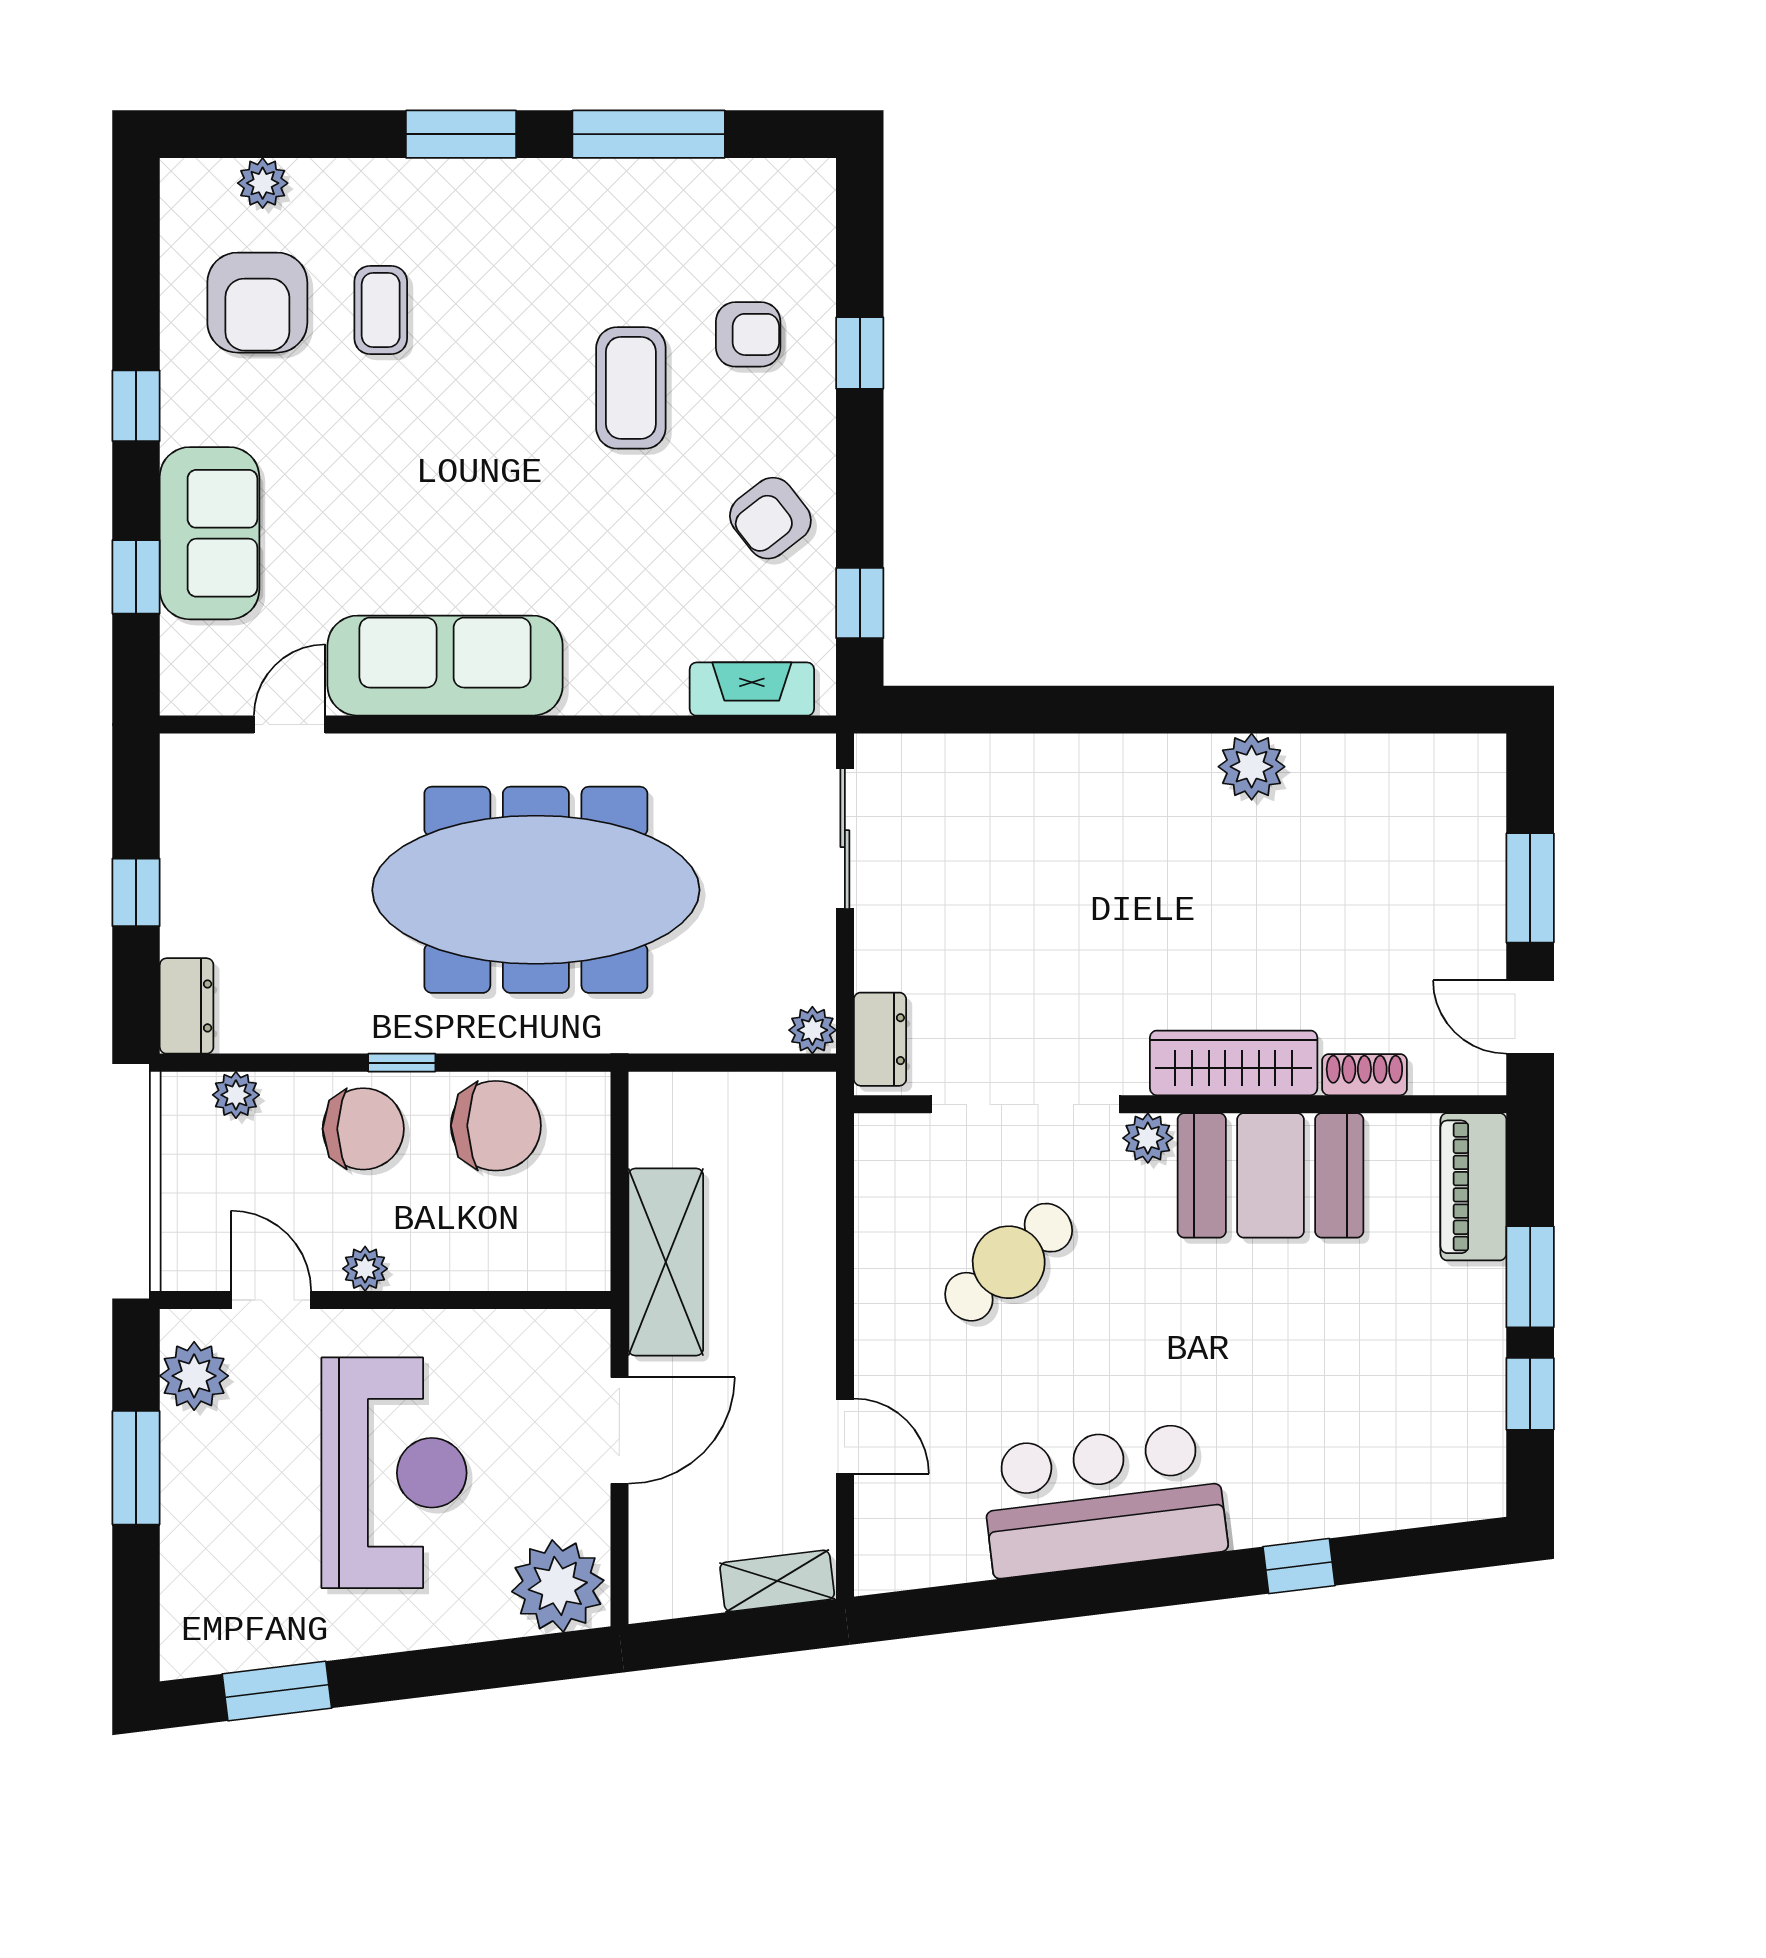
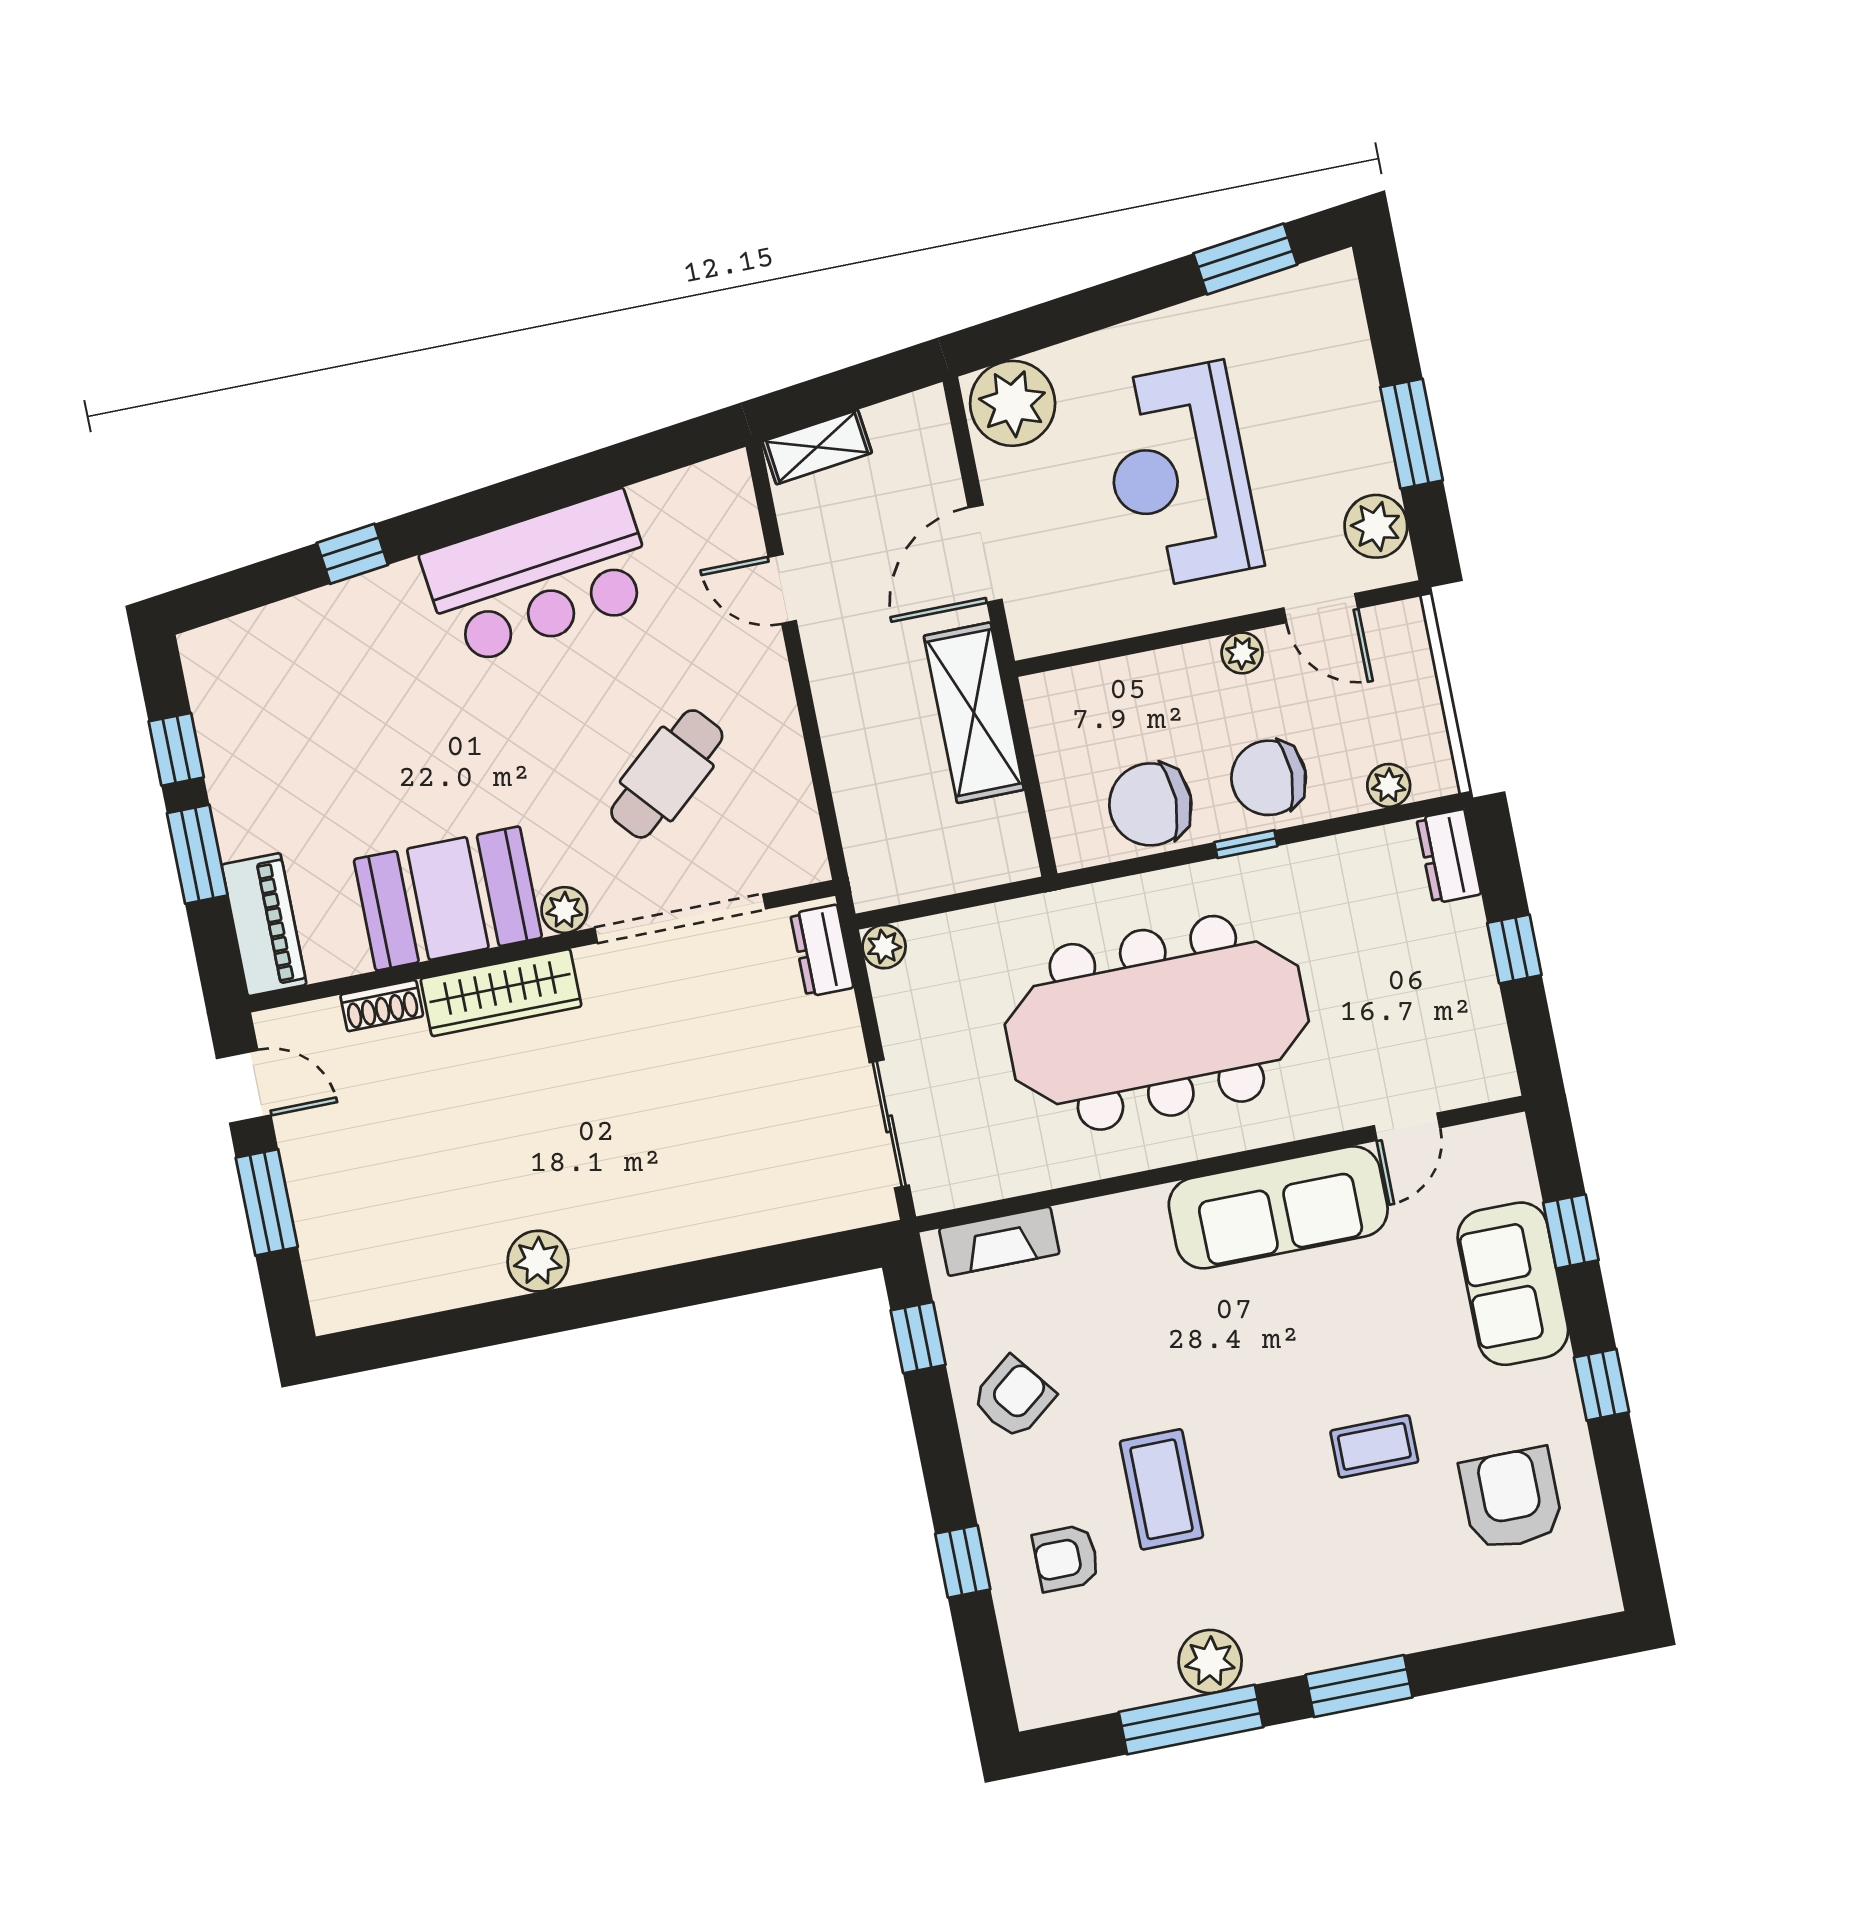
plant: (263, 183) -> (1210, 1661), moved, width x1.38, depth x1.38
coffee table: (381, 310) -> (1374, 1446), moved, turned 90

